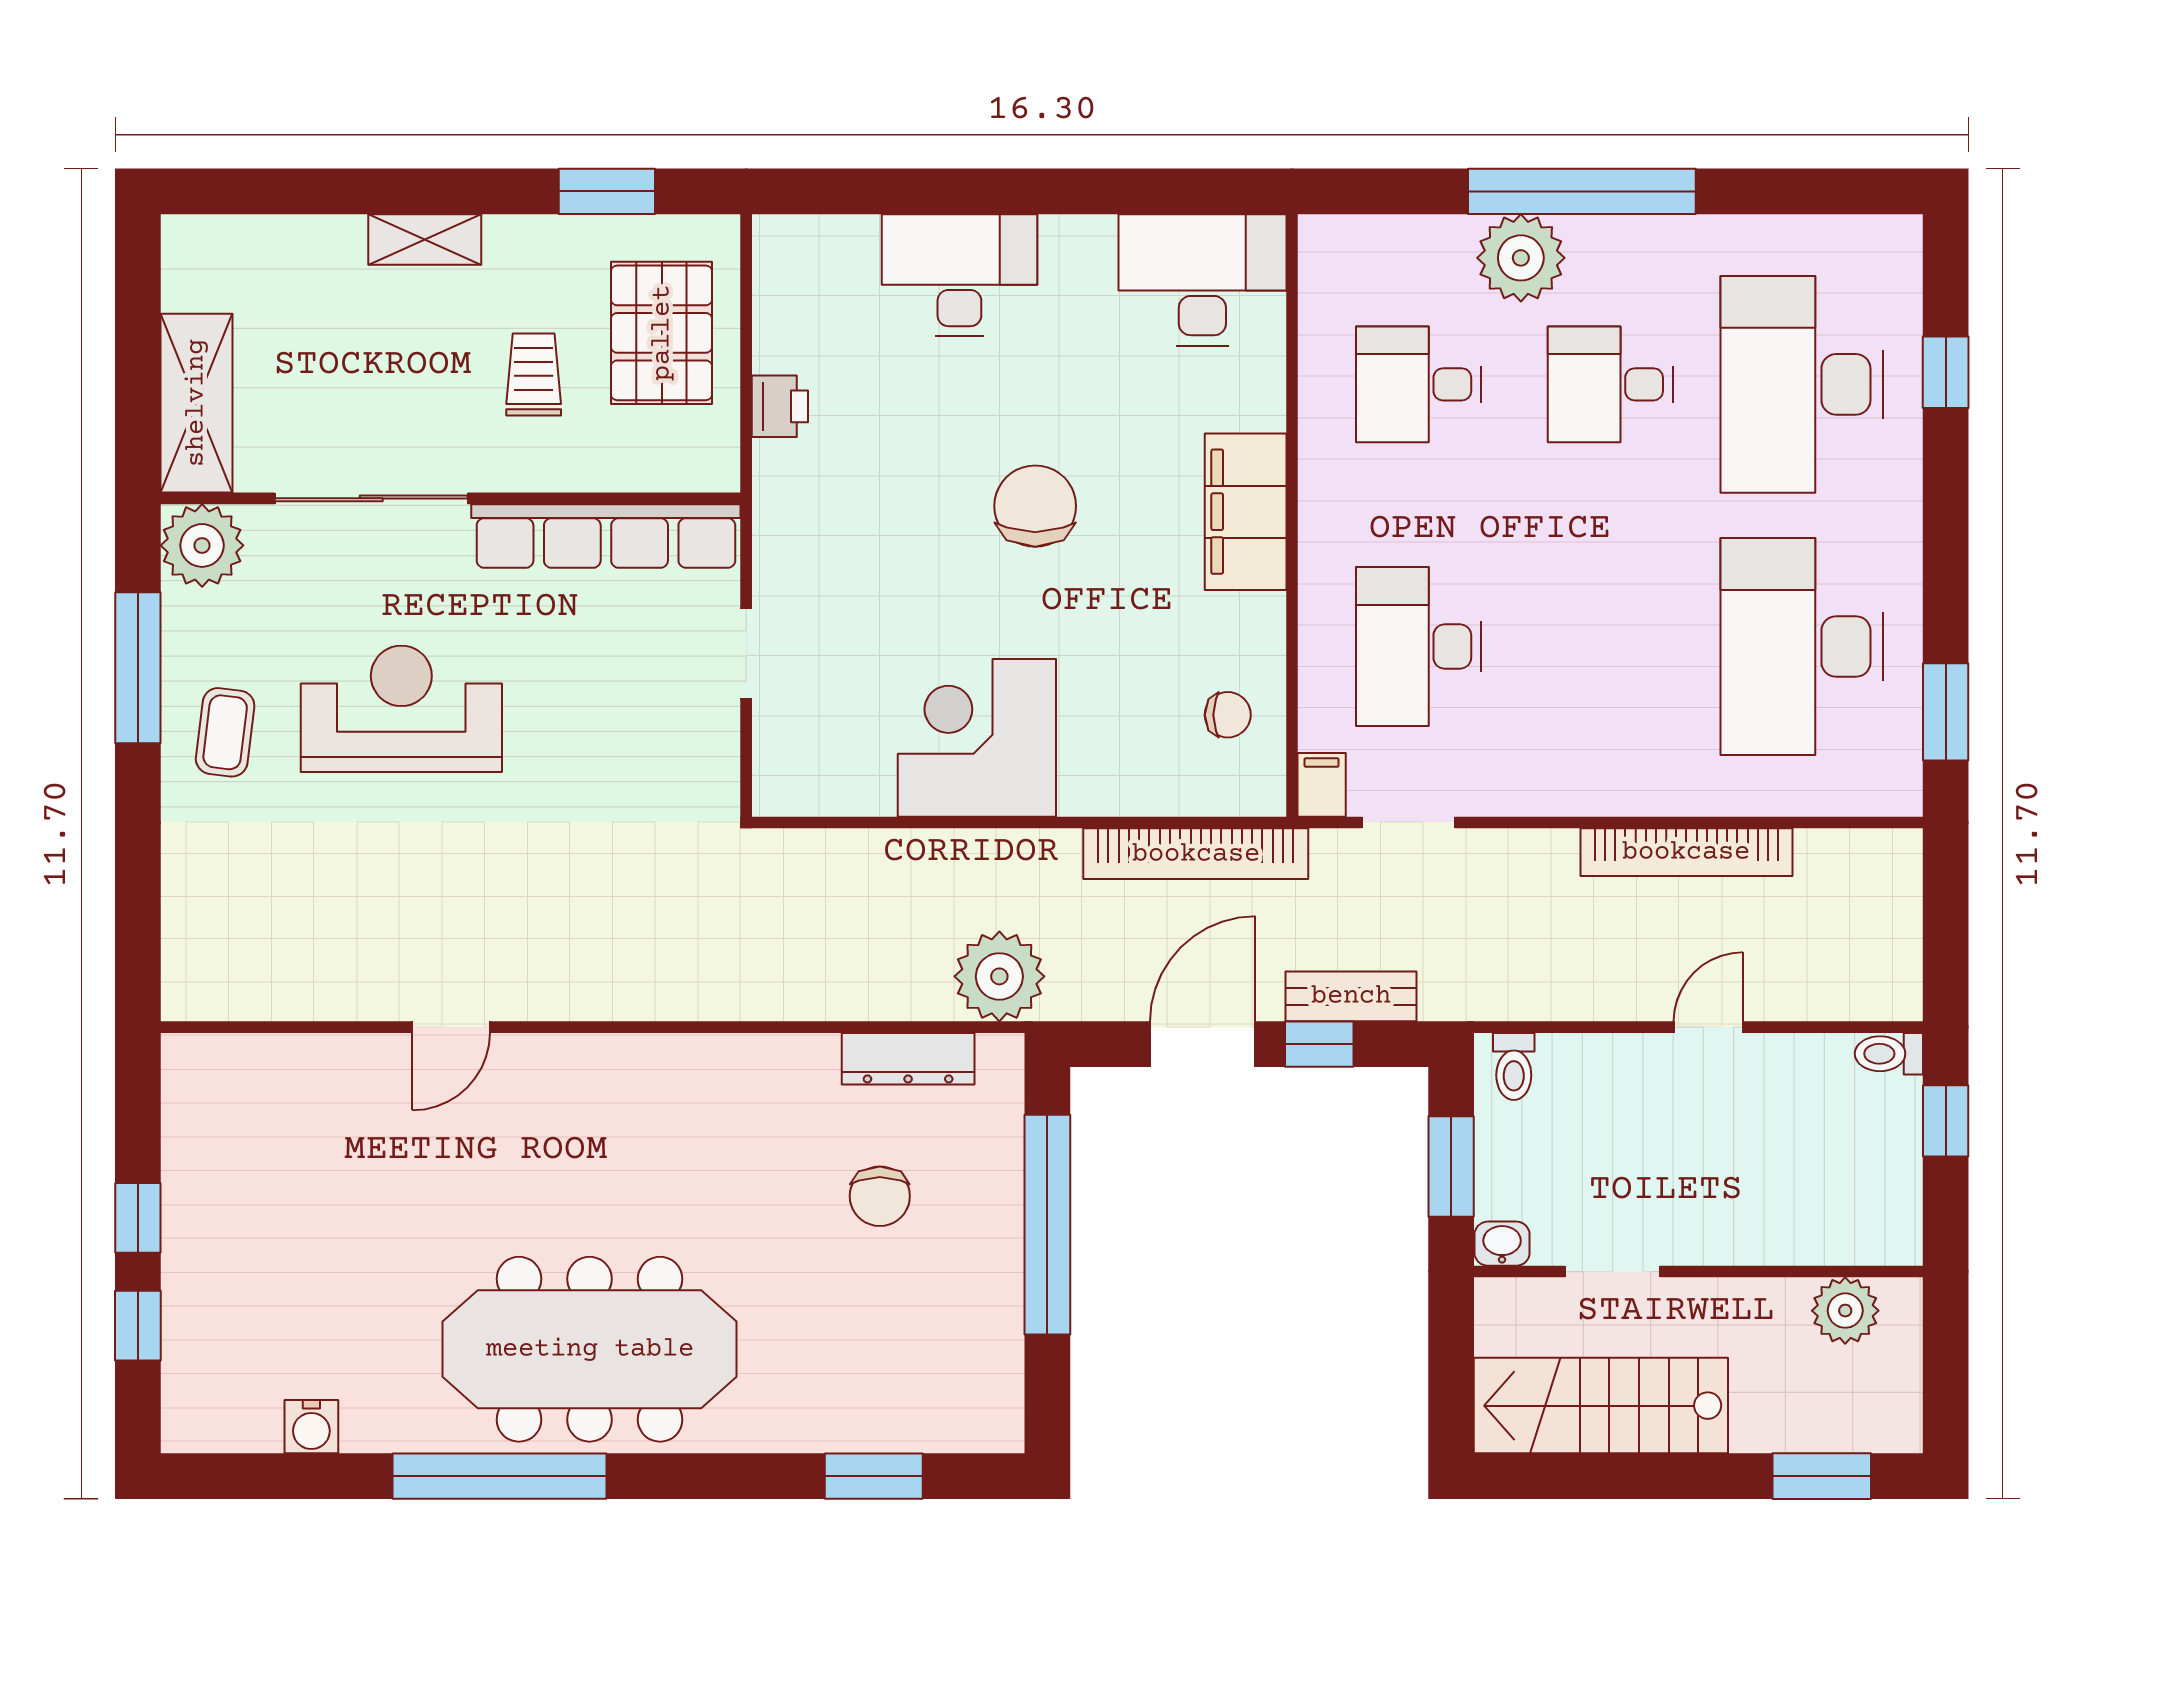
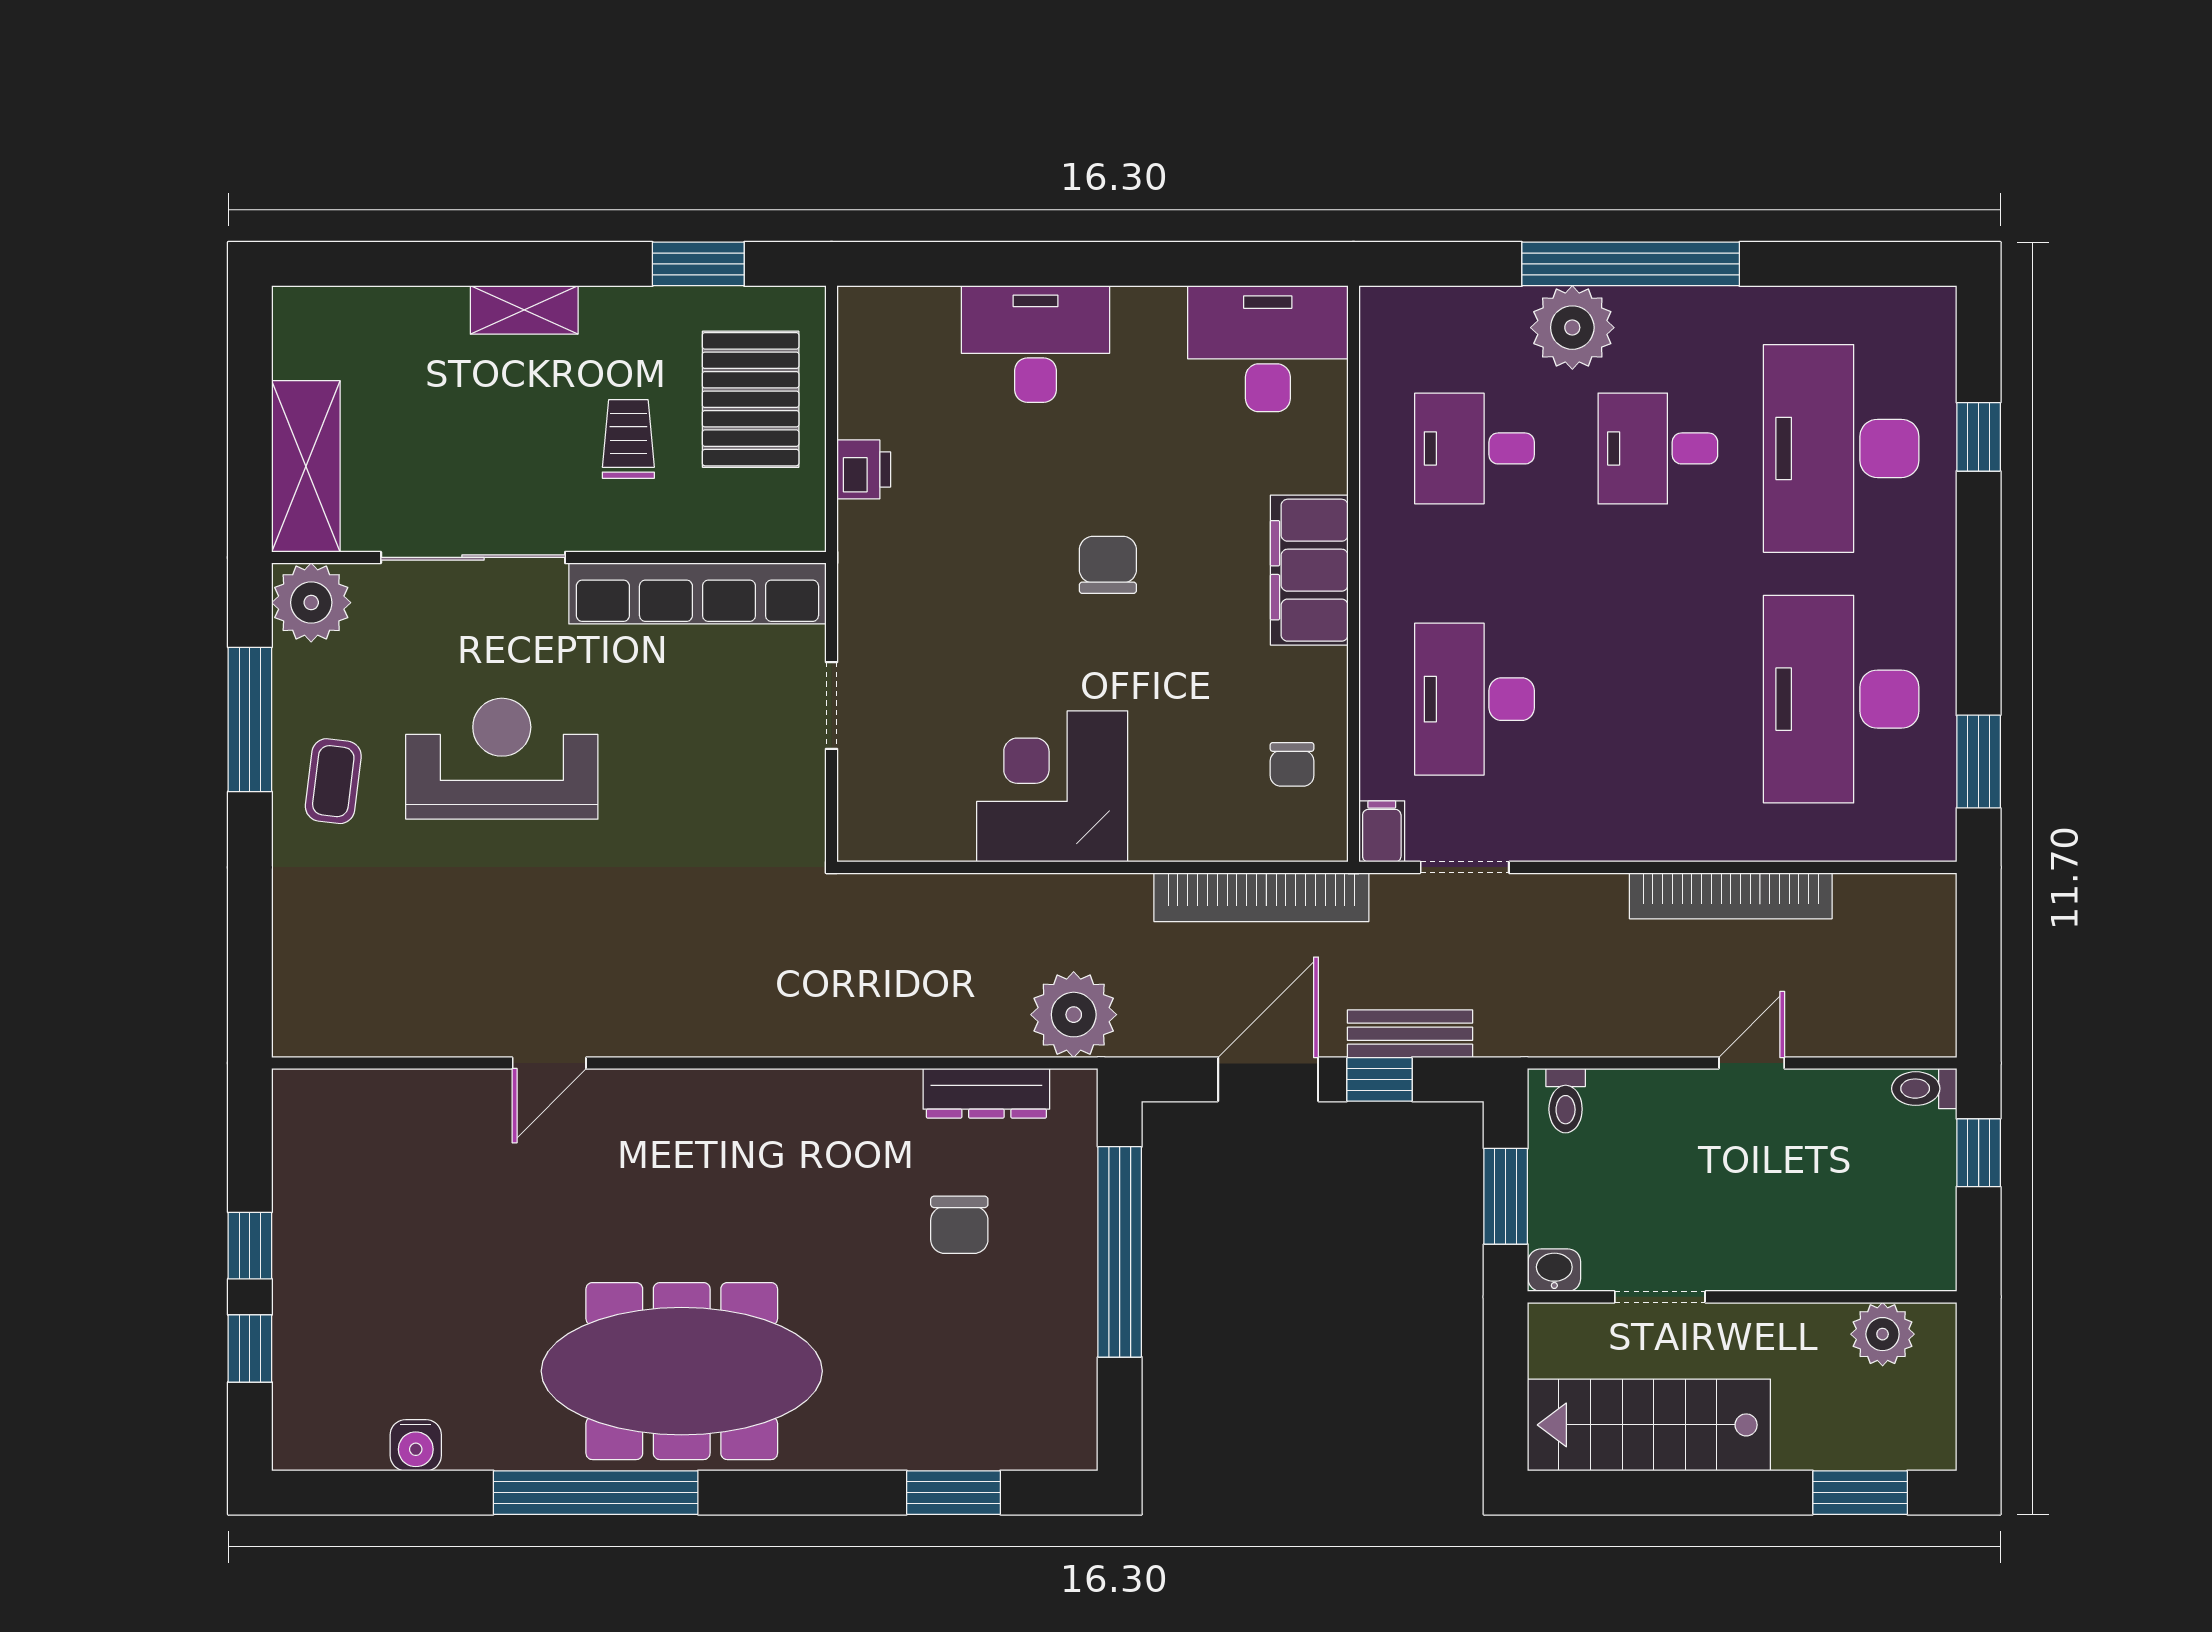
chair: (1035, 506) -> (1108, 565), width x0.73, depth x0.73
chair: (1228, 715) -> (1292, 764), turned 90

